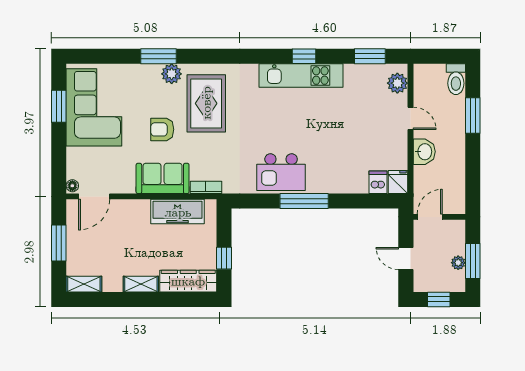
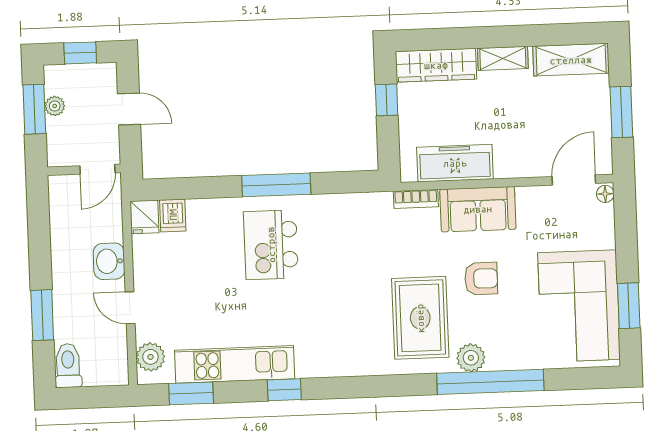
window: (158, 56) -> (490, 382), width x2.11
kitchen unit: (301, 76) -> (235, 364), moved
kitchen island: (281, 172) -> (271, 245), moved, turned -90
shelving: (84, 284) -> (571, 60), width x1.50, depth x1.33

